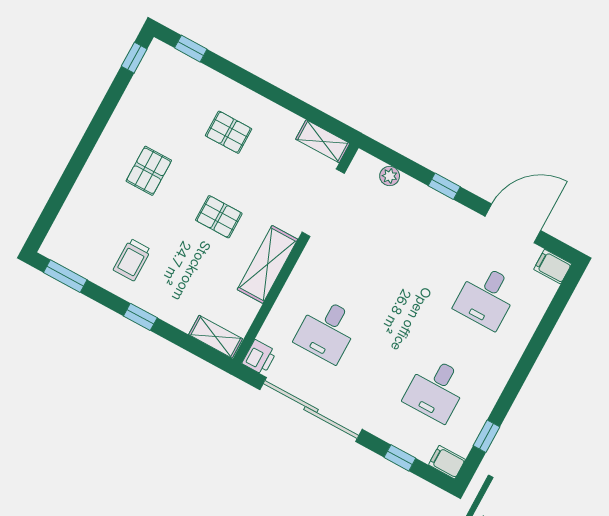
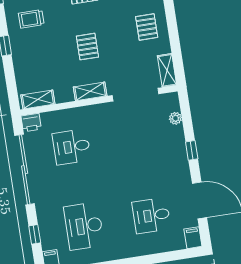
pallet: (229, 132) -> (147, 27), moved
shelving: (267, 264) -> (90, 91), width x0.67, depth x0.75
shelving: (216, 337) -> (38, 99), moved, turned 90
desk: (436, 390) -> (84, 226), width x1.37

